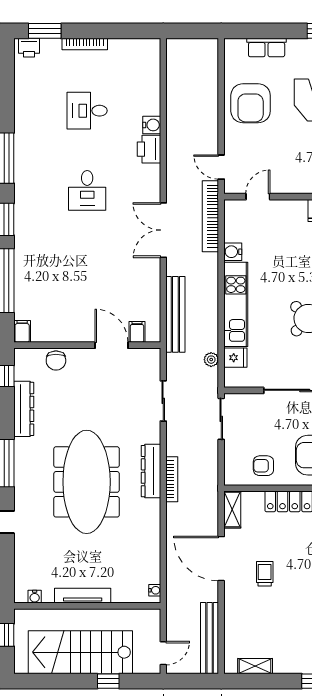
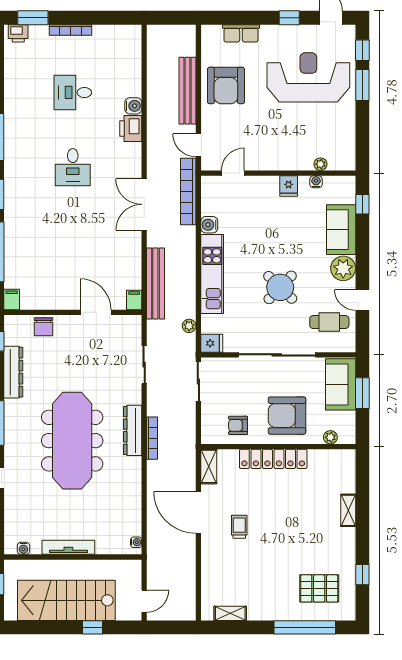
filing cabinet: (137, 332) -> (134, 300), moved
fridge: (235, 358) -> (212, 343), moved
bench: (210, 638) -> (188, 91), moved

